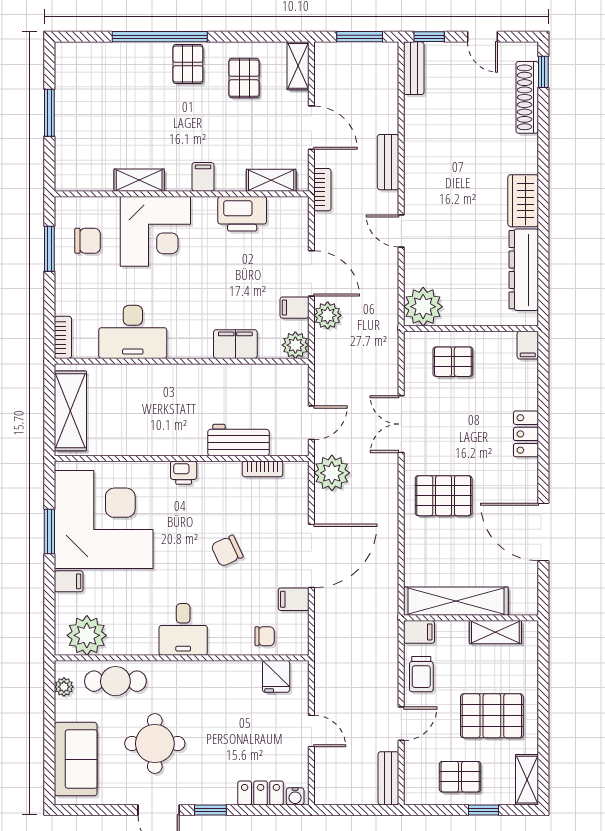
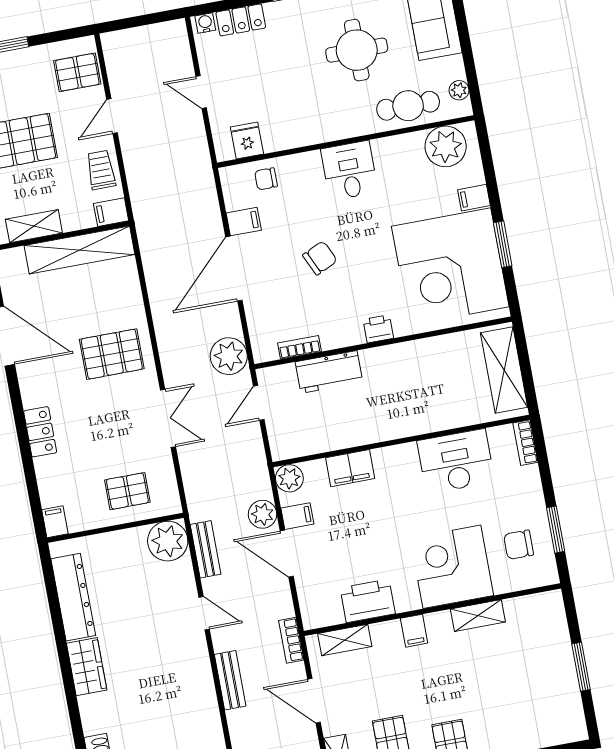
pallet: (460, 777) -> (77, 72), moved
bench: (388, 778) -> (205, 549), moved

